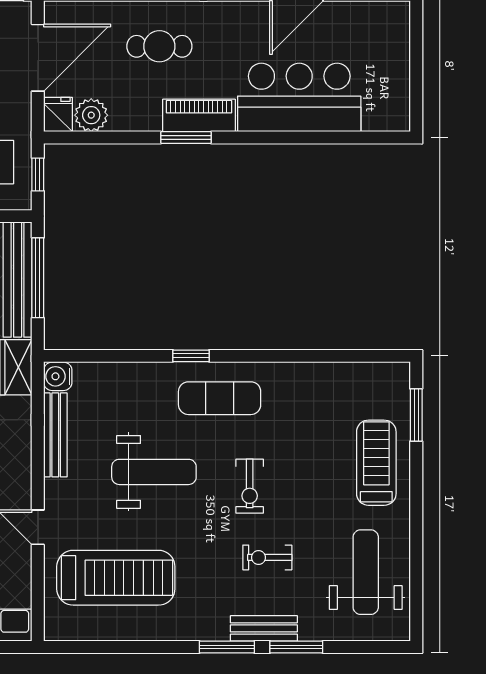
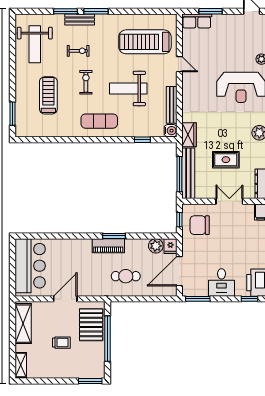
bar counter: (299, 97) -> (30, 266), moved, turned -90
window: (191, 356) -> (142, 140), moved
treadmill: (376, 463) -> (48, 95), moved, turned 180

